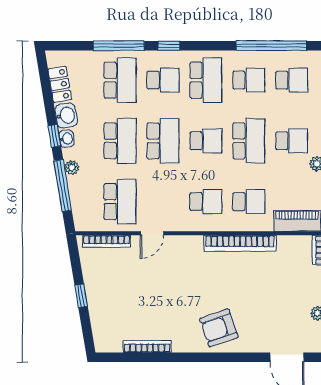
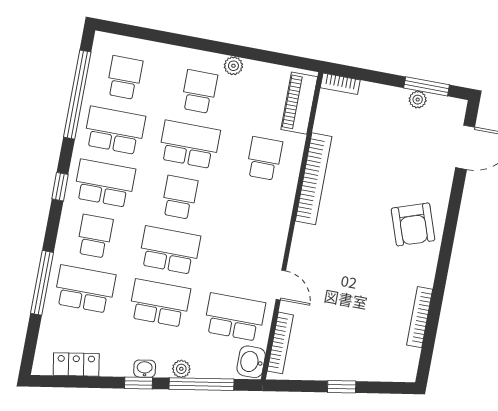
window: (169, 46) -> (60, 187), moved
school desk: (249, 80) -> (115, 130), width x1.85
washbasin: (66, 115) -> (251, 362), moved, turned -80
school desk: (206, 202) -> (254, 211), removed

